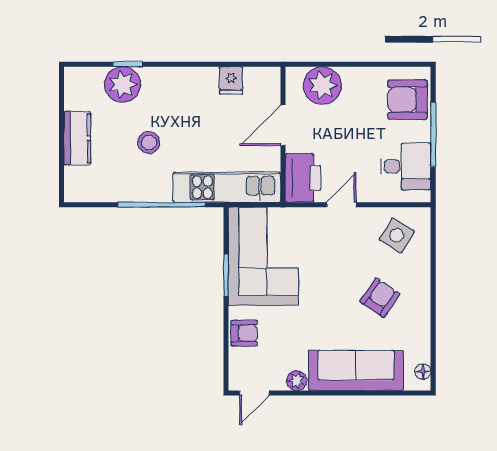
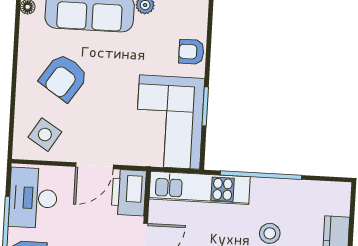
desk: (406, 166) -> (33, 198), width x1.37
door: (341, 205) -> (95, 166), width x1.38
armchair: (380, 298) -> (64, 77), width x1.38, depth x1.38

